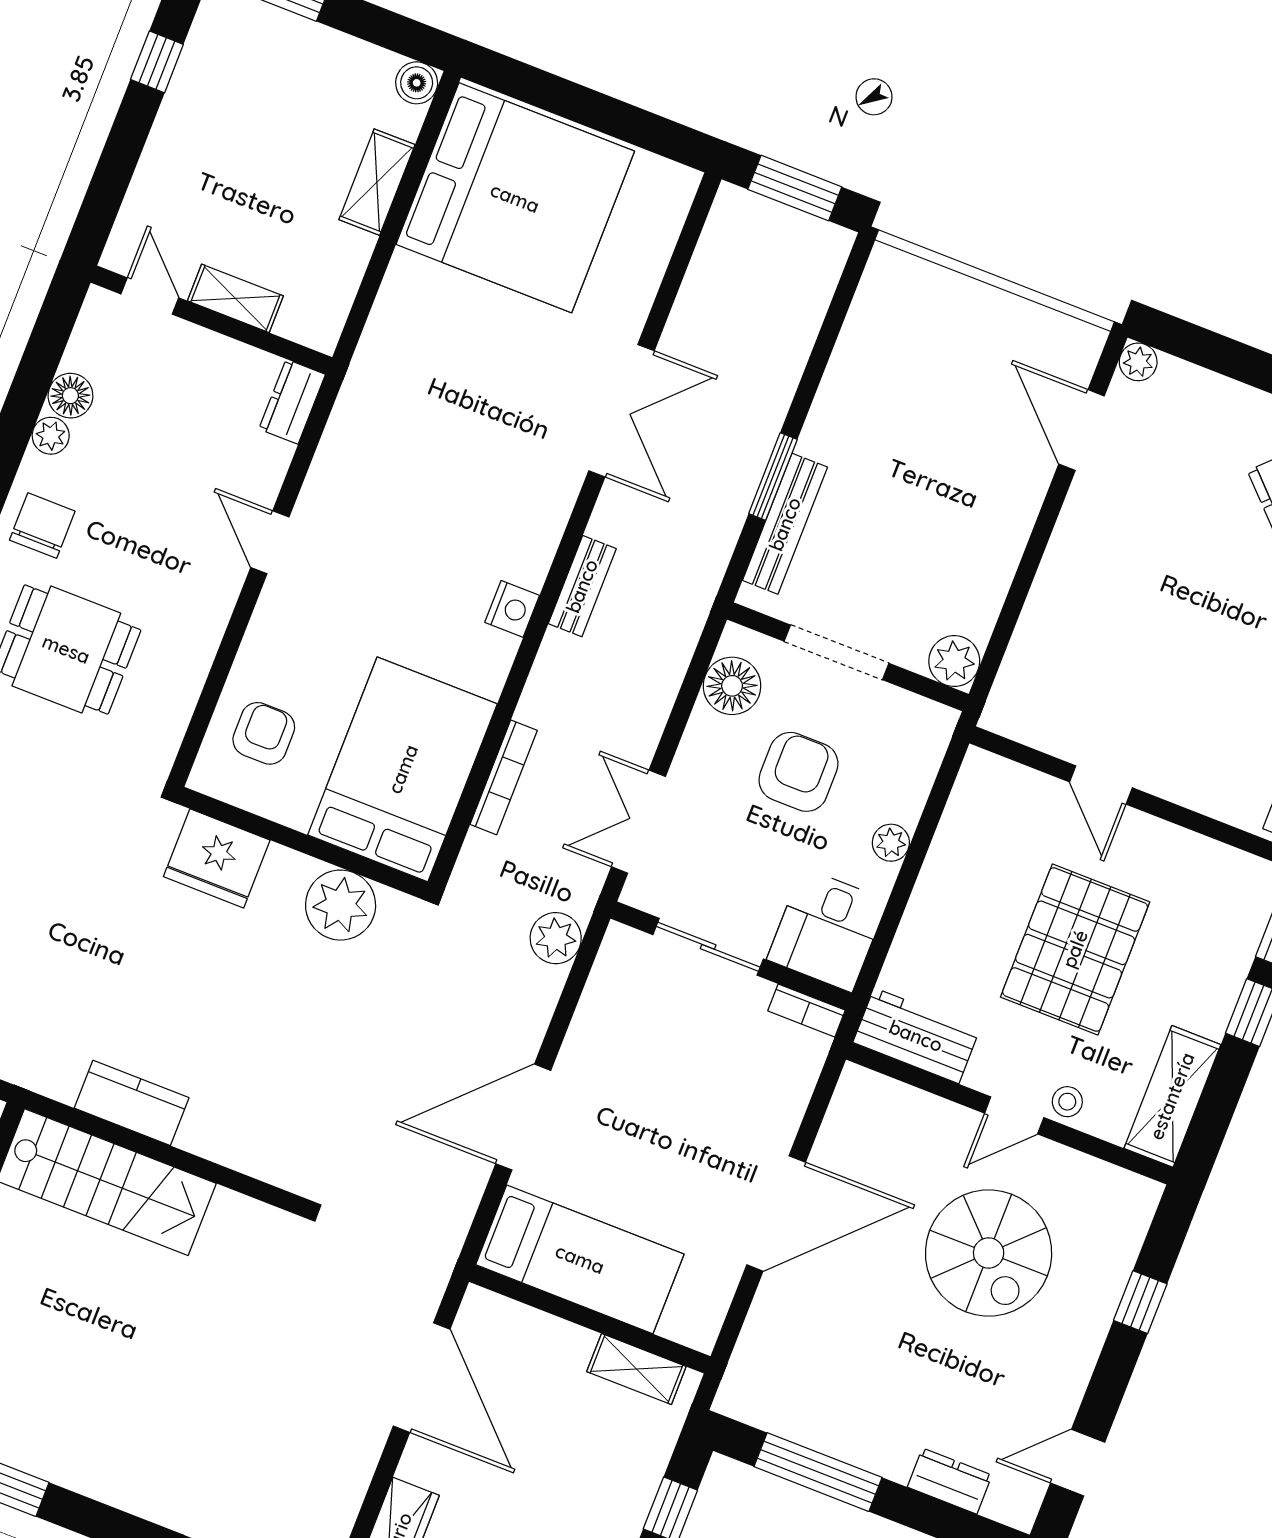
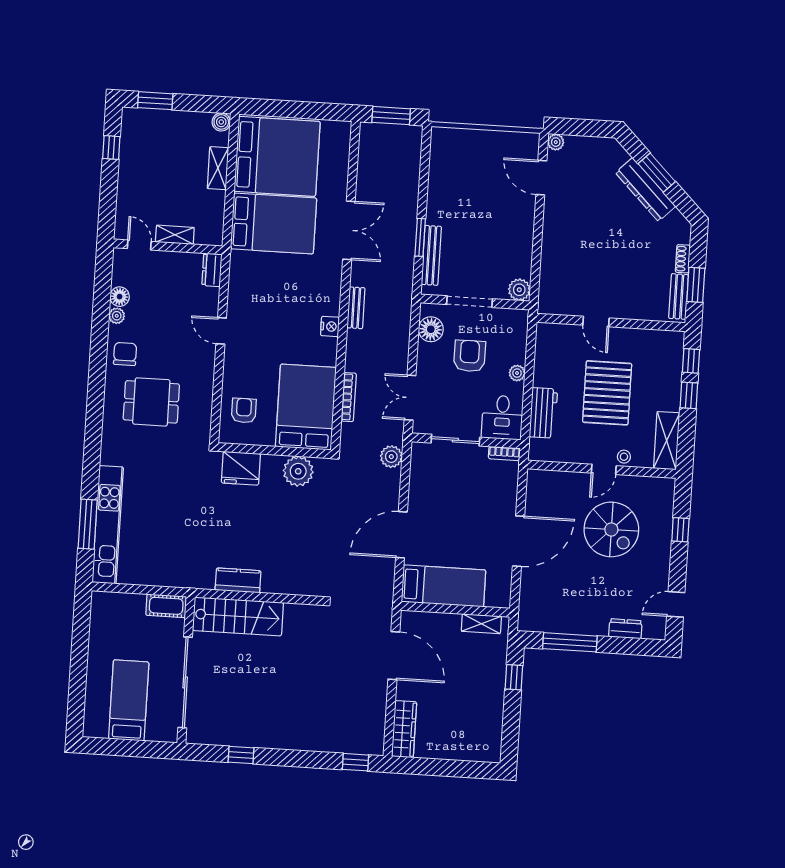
bed: (460, 343) -> (274, 223), added
workbench: (916, 1036) -> (543, 413), moved, turned 90

